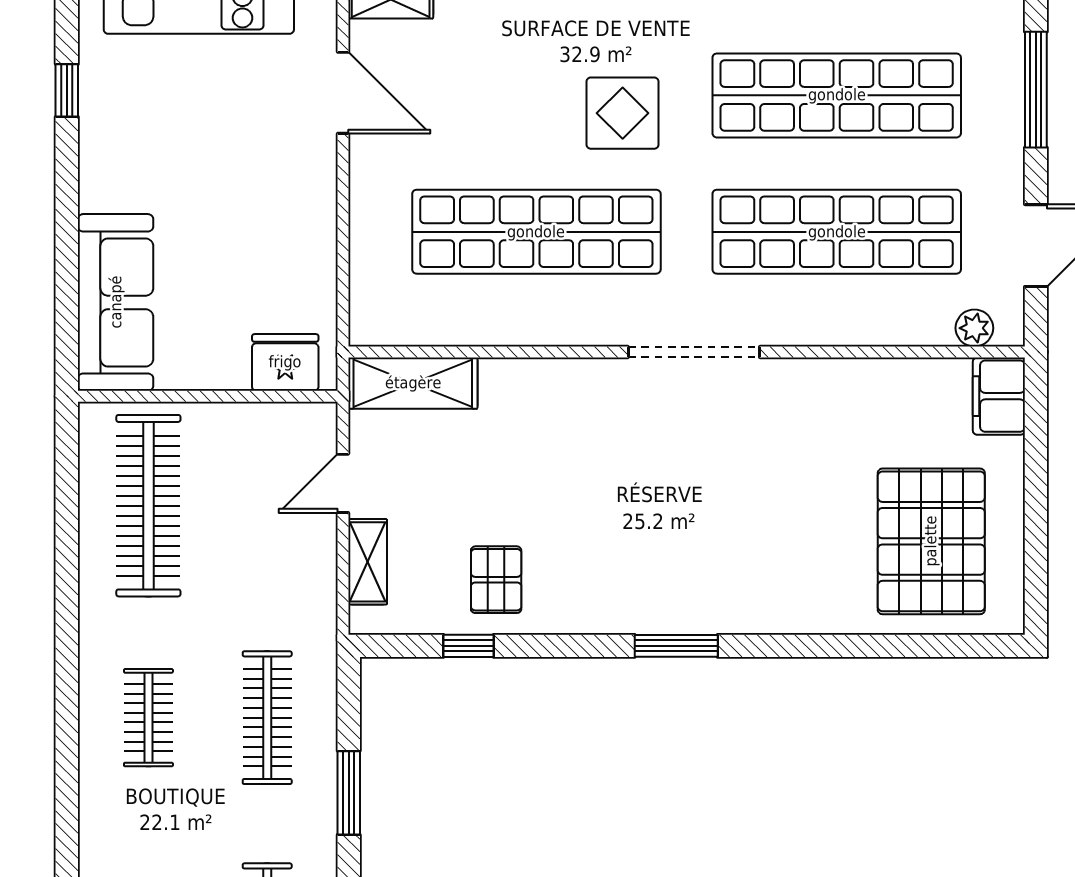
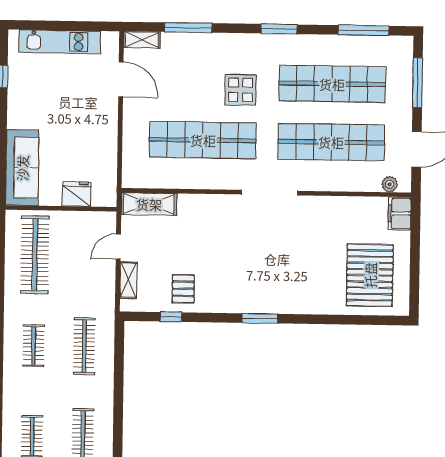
fridge: (285, 362) -> (77, 194), moved
window: (349, 793) -> (119, 379), removed

